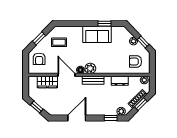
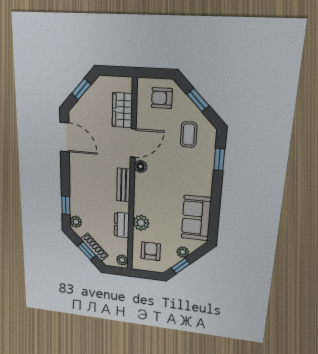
window: (105, 24) -> (219, 160), moved
sofa: (97, 34) -> (196, 218), moved
plant: (90, 68) -> (141, 223), moved
door: (77, 118) -> (65, 137), moved

